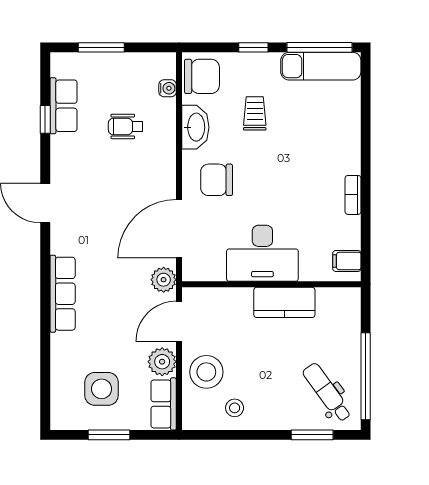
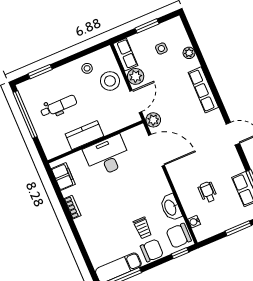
window: (253, 47) -> (180, 253), moved
wheelchair: (126, 126) -> (208, 192), turned -90
chair: (217, 180) -> (152, 250), moved
door: (179, 229) -> (157, 150), hinge flipped
filing cabinet: (347, 261) -> (63, 176), width x2.00
plant: (60, 363) -> (189, 53), added
side table: (102, 389) -> (161, 48), width x0.54, depth x0.54
dental chair: (327, 392) -> (59, 106), moved, turned -54

